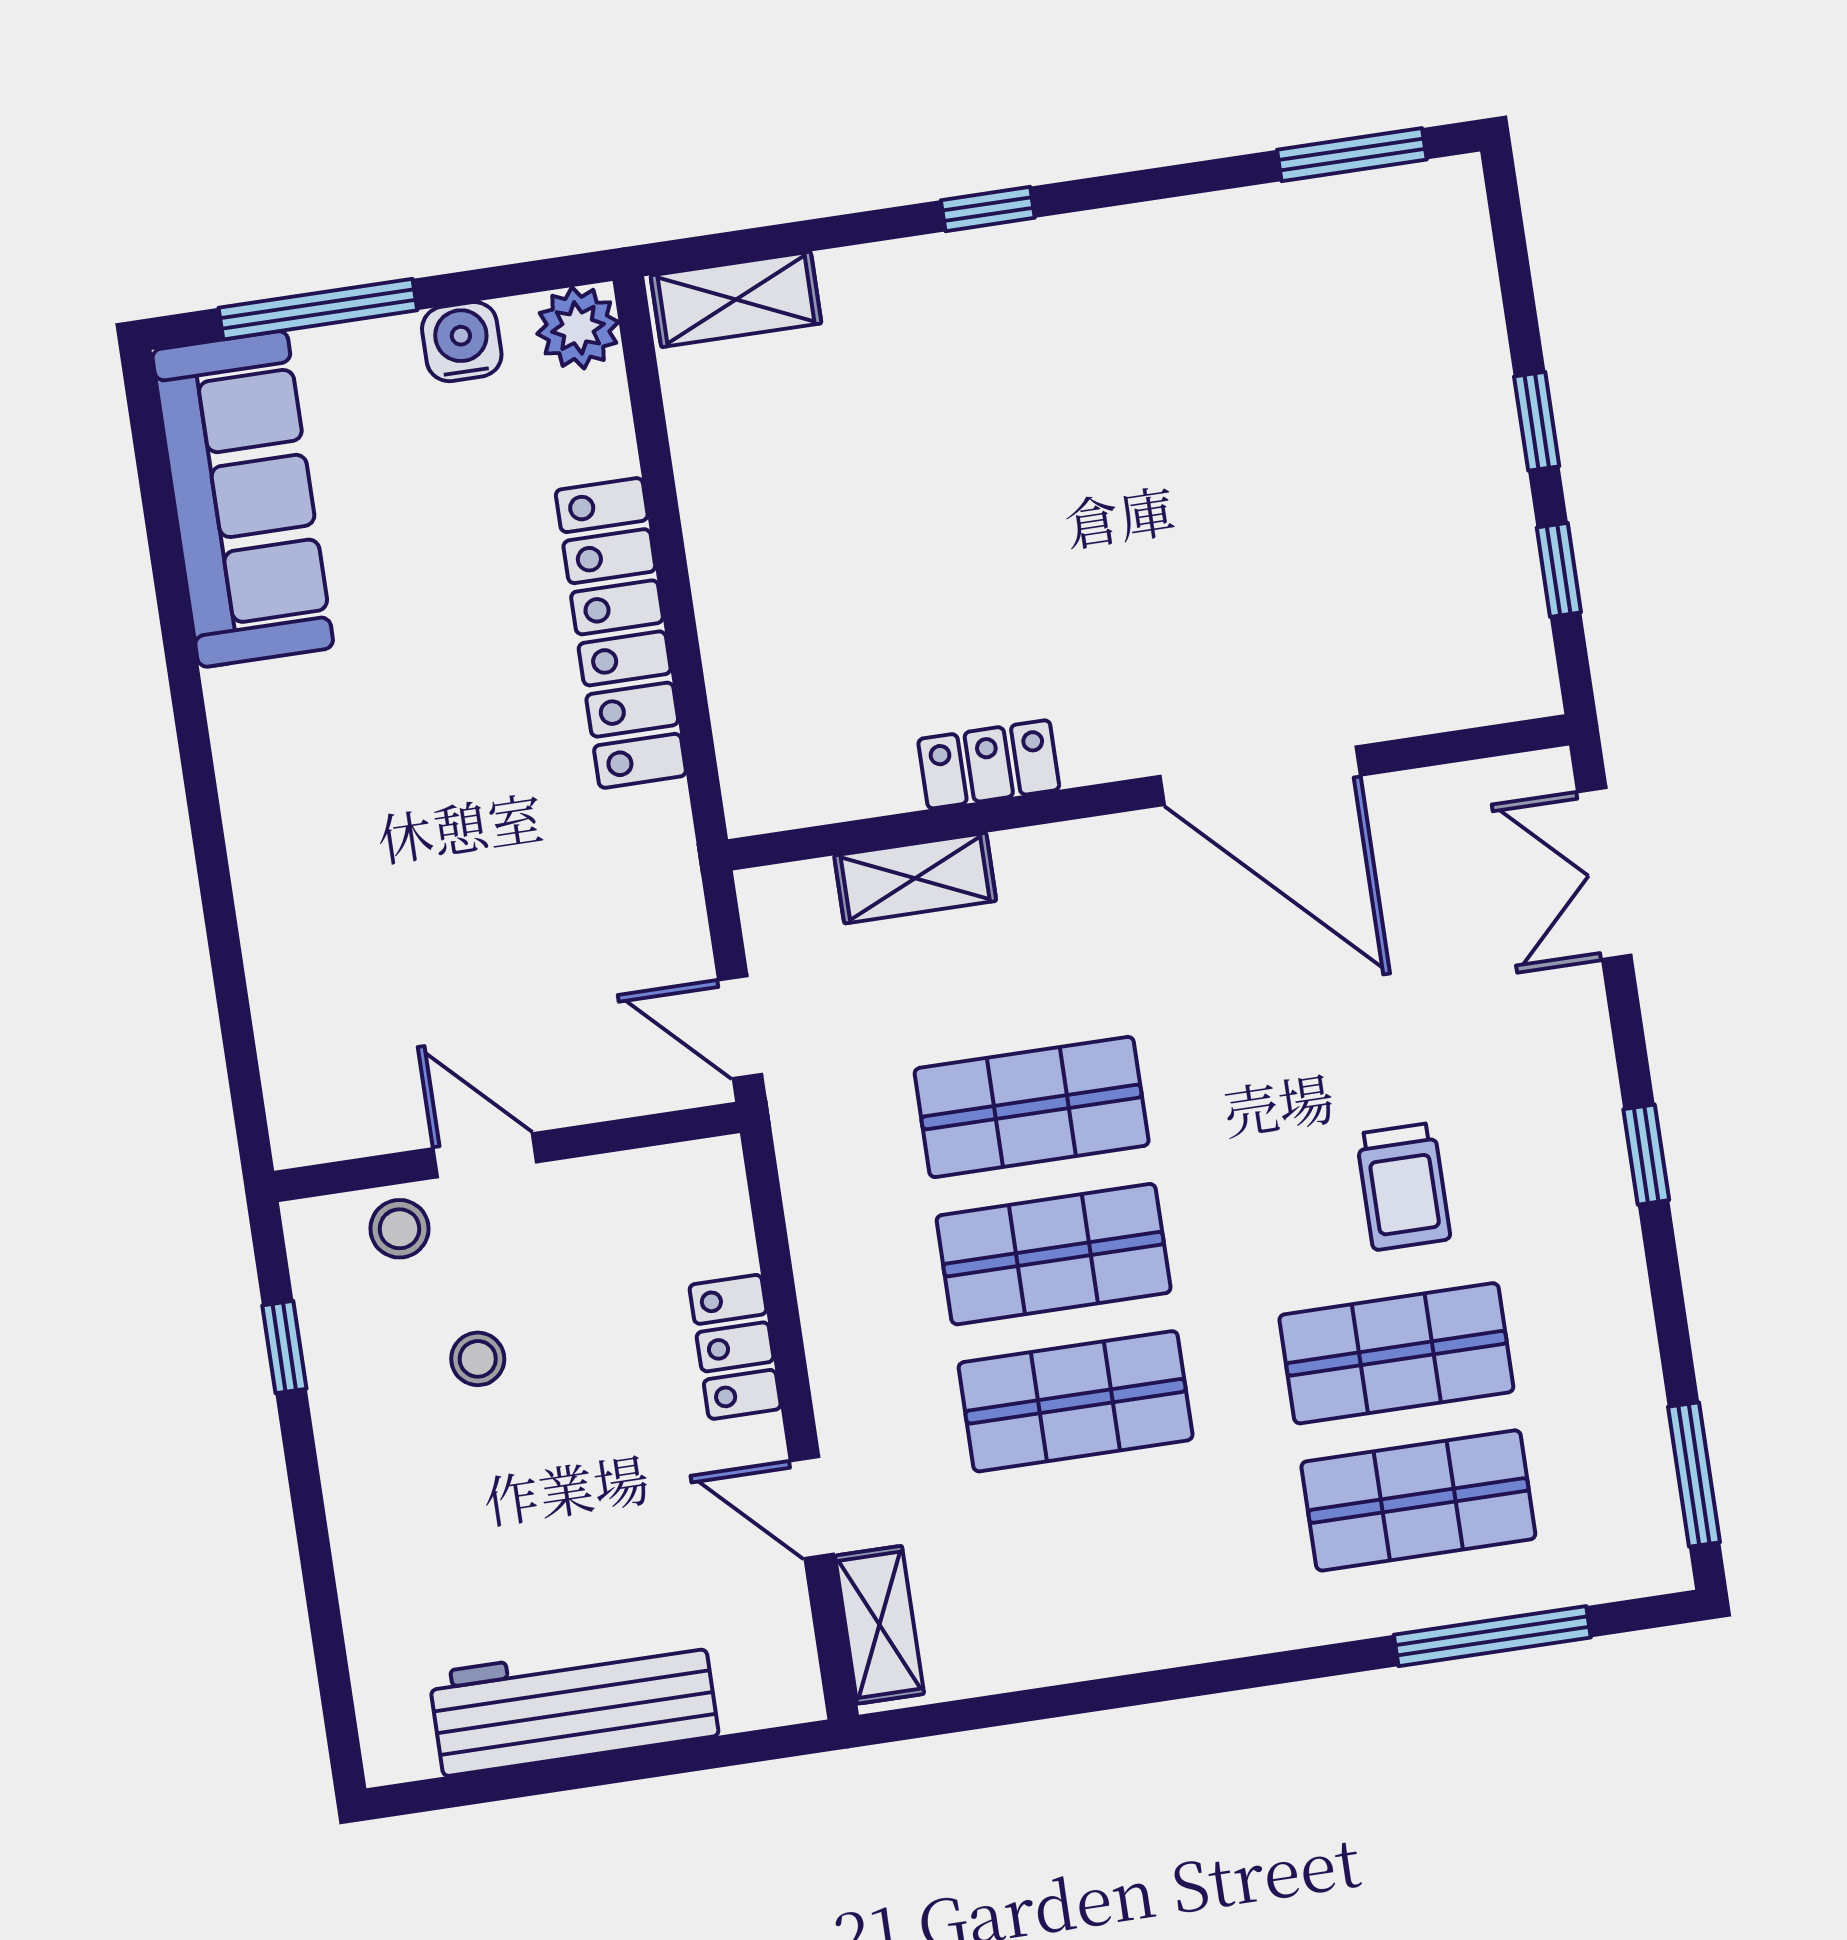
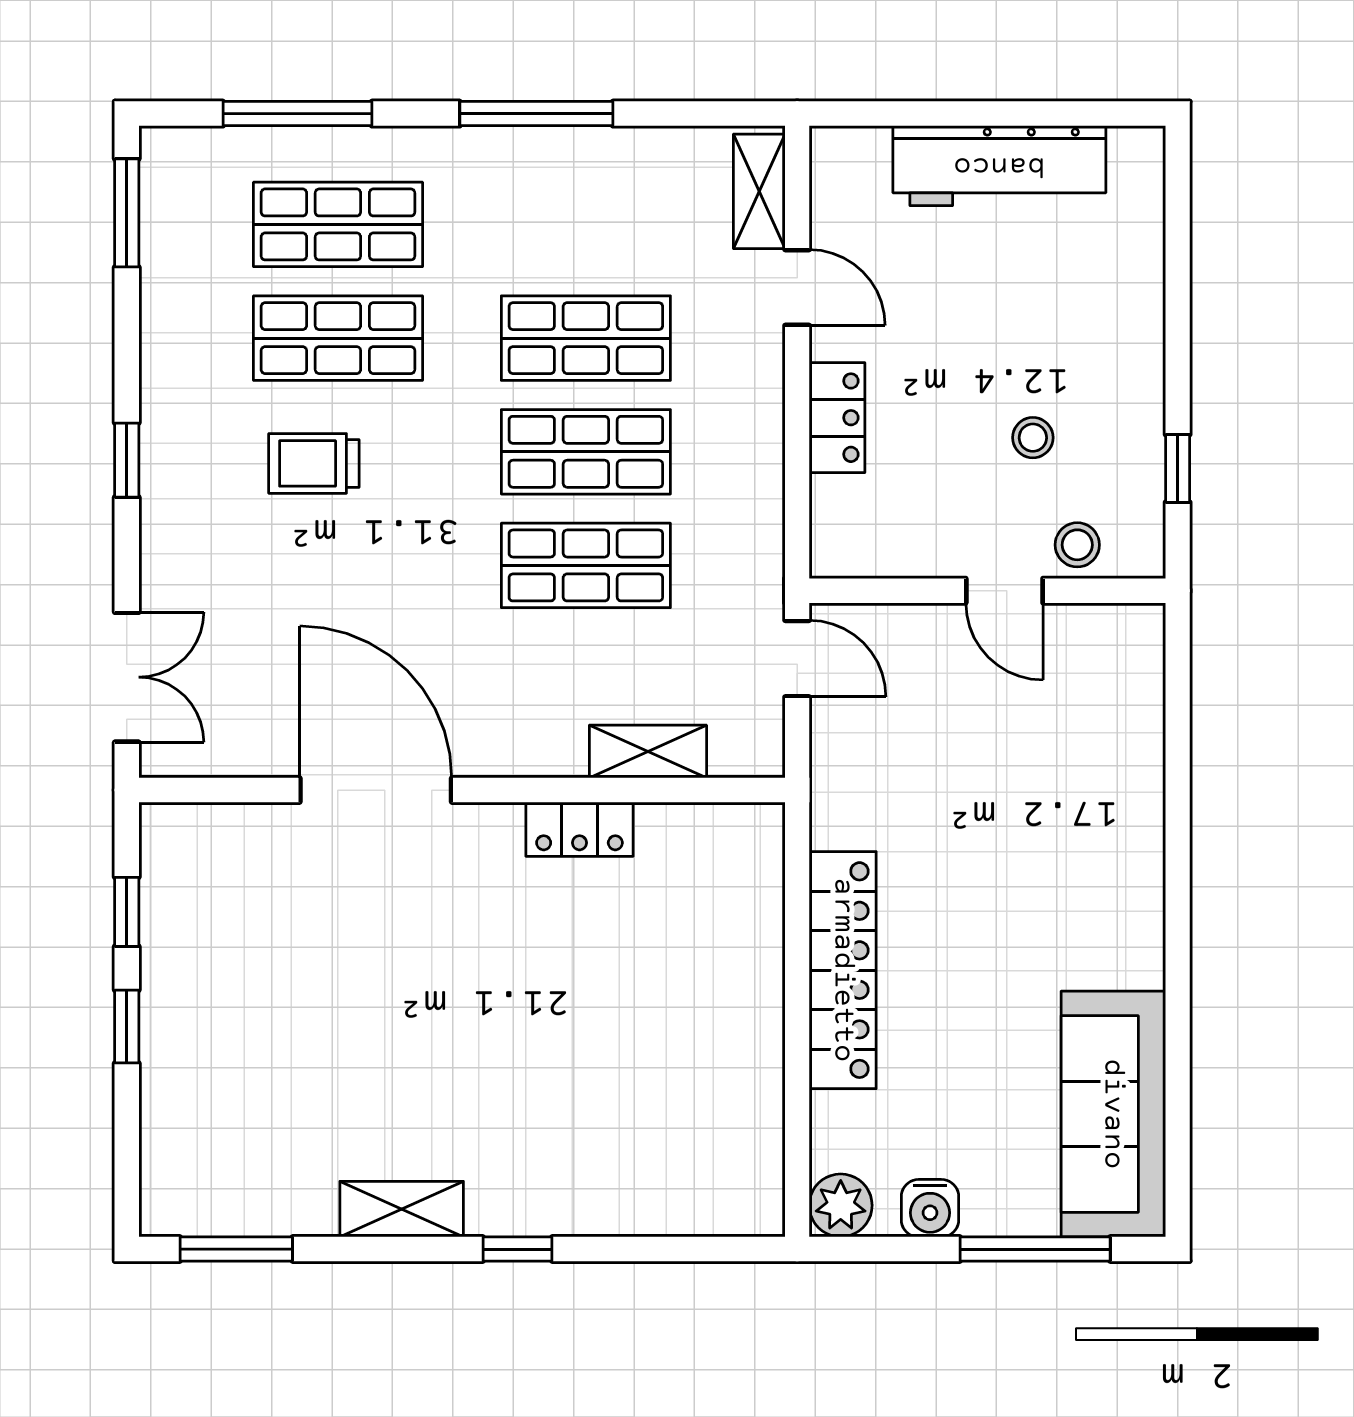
shelving: (736, 299) -> (402, 1209), moved
trolley: (1403, 1186) -> (314, 463), turned -90
window: (1183, 1682) -> (536, 114), added

